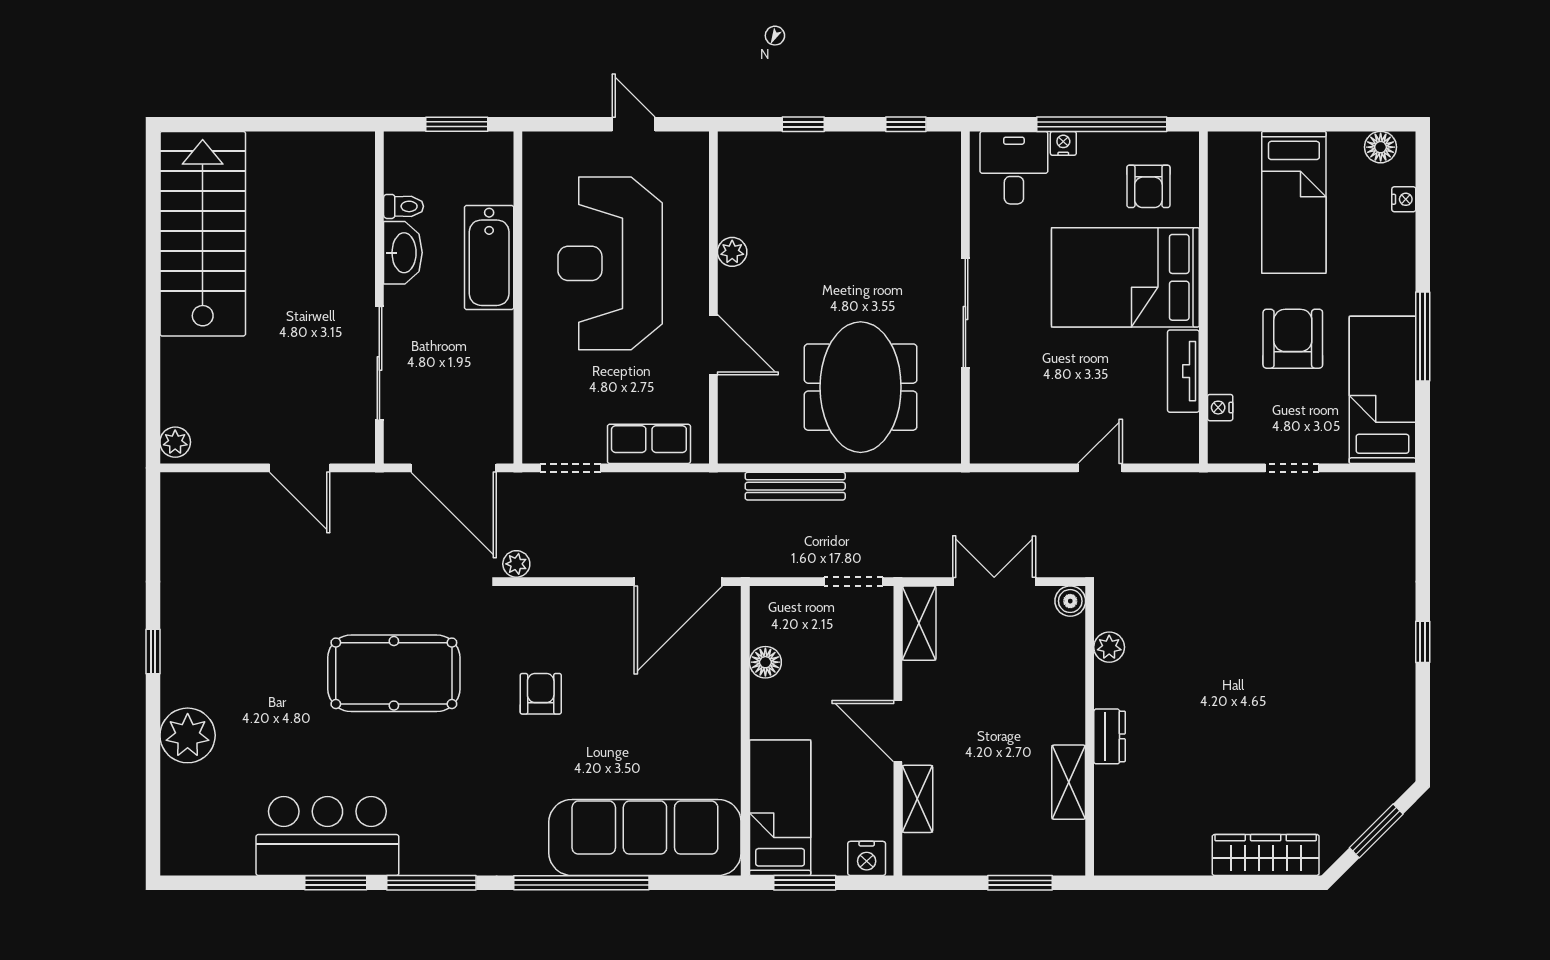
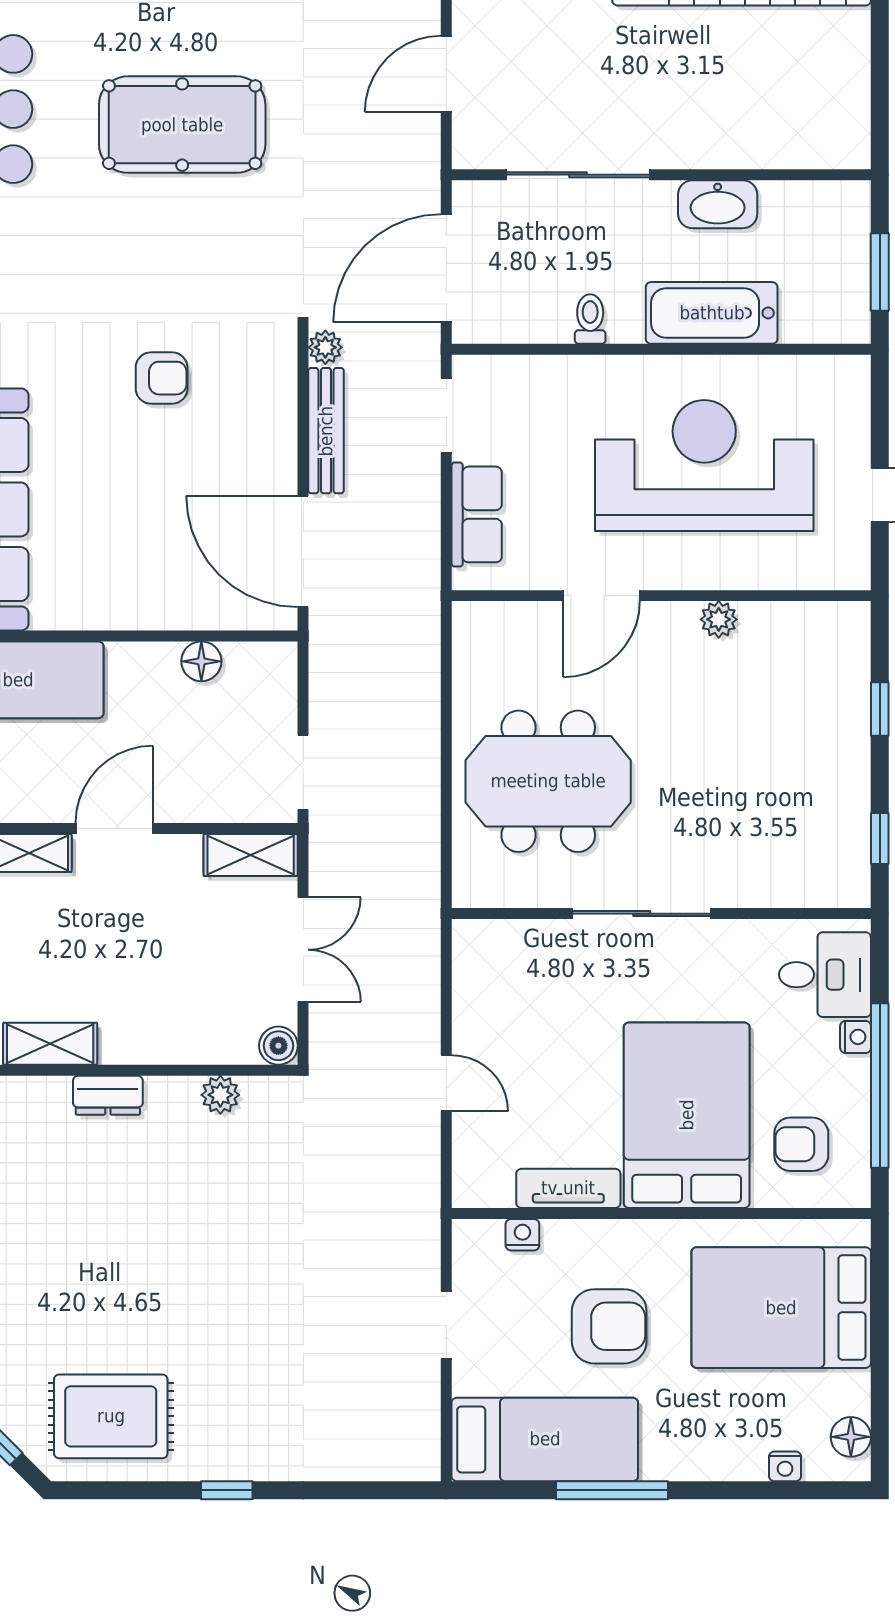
bed: (1294, 202) -> (781, 1308), width x1.50
toilet: (404, 206) -> (590, 319), moved, turned 180
bench: (795, 486) -> (326, 431), moved
pool table: (394, 673) -> (182, 125), moved, turned 90
rug: (1364, 734) -> (111, 1416), added

